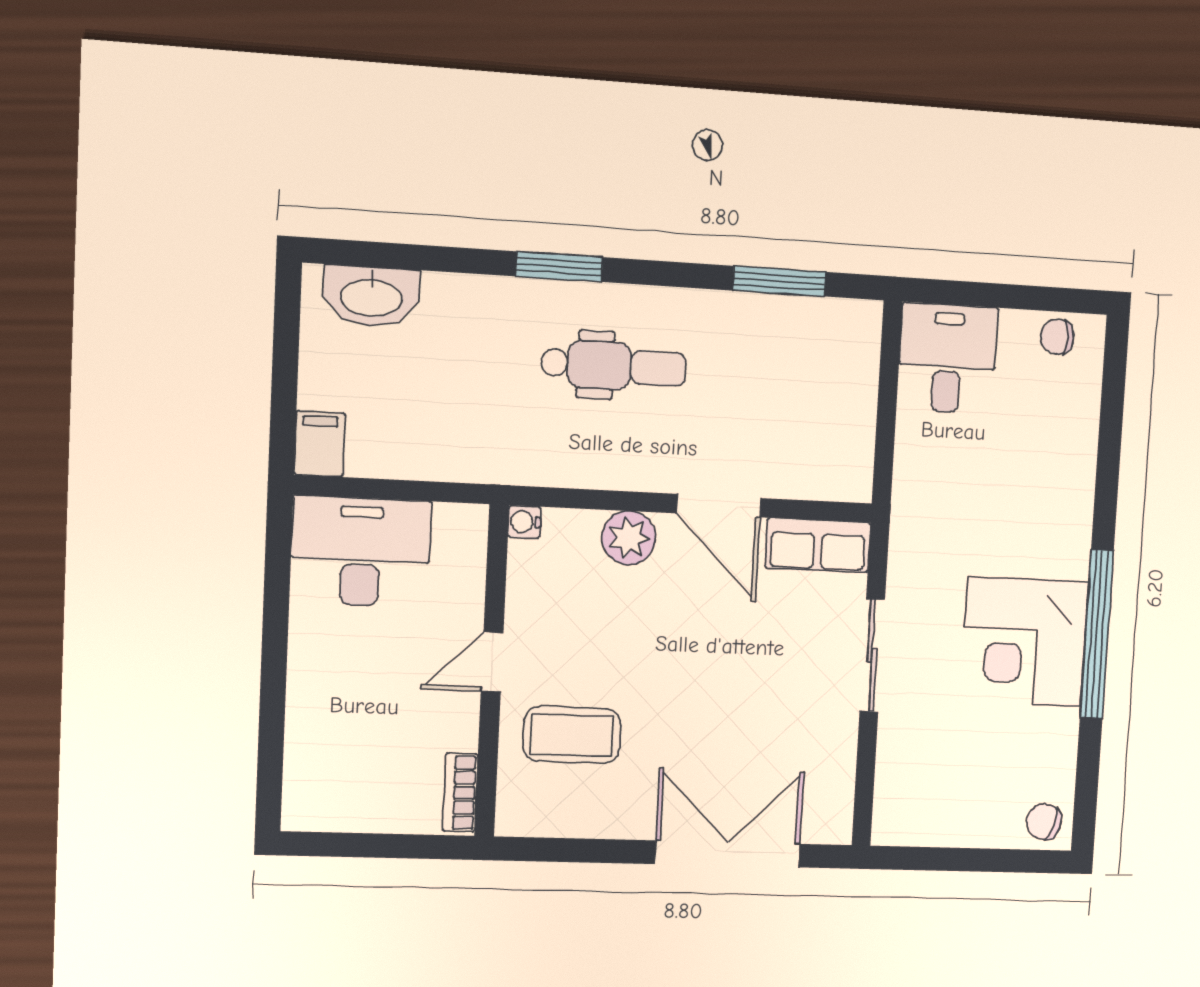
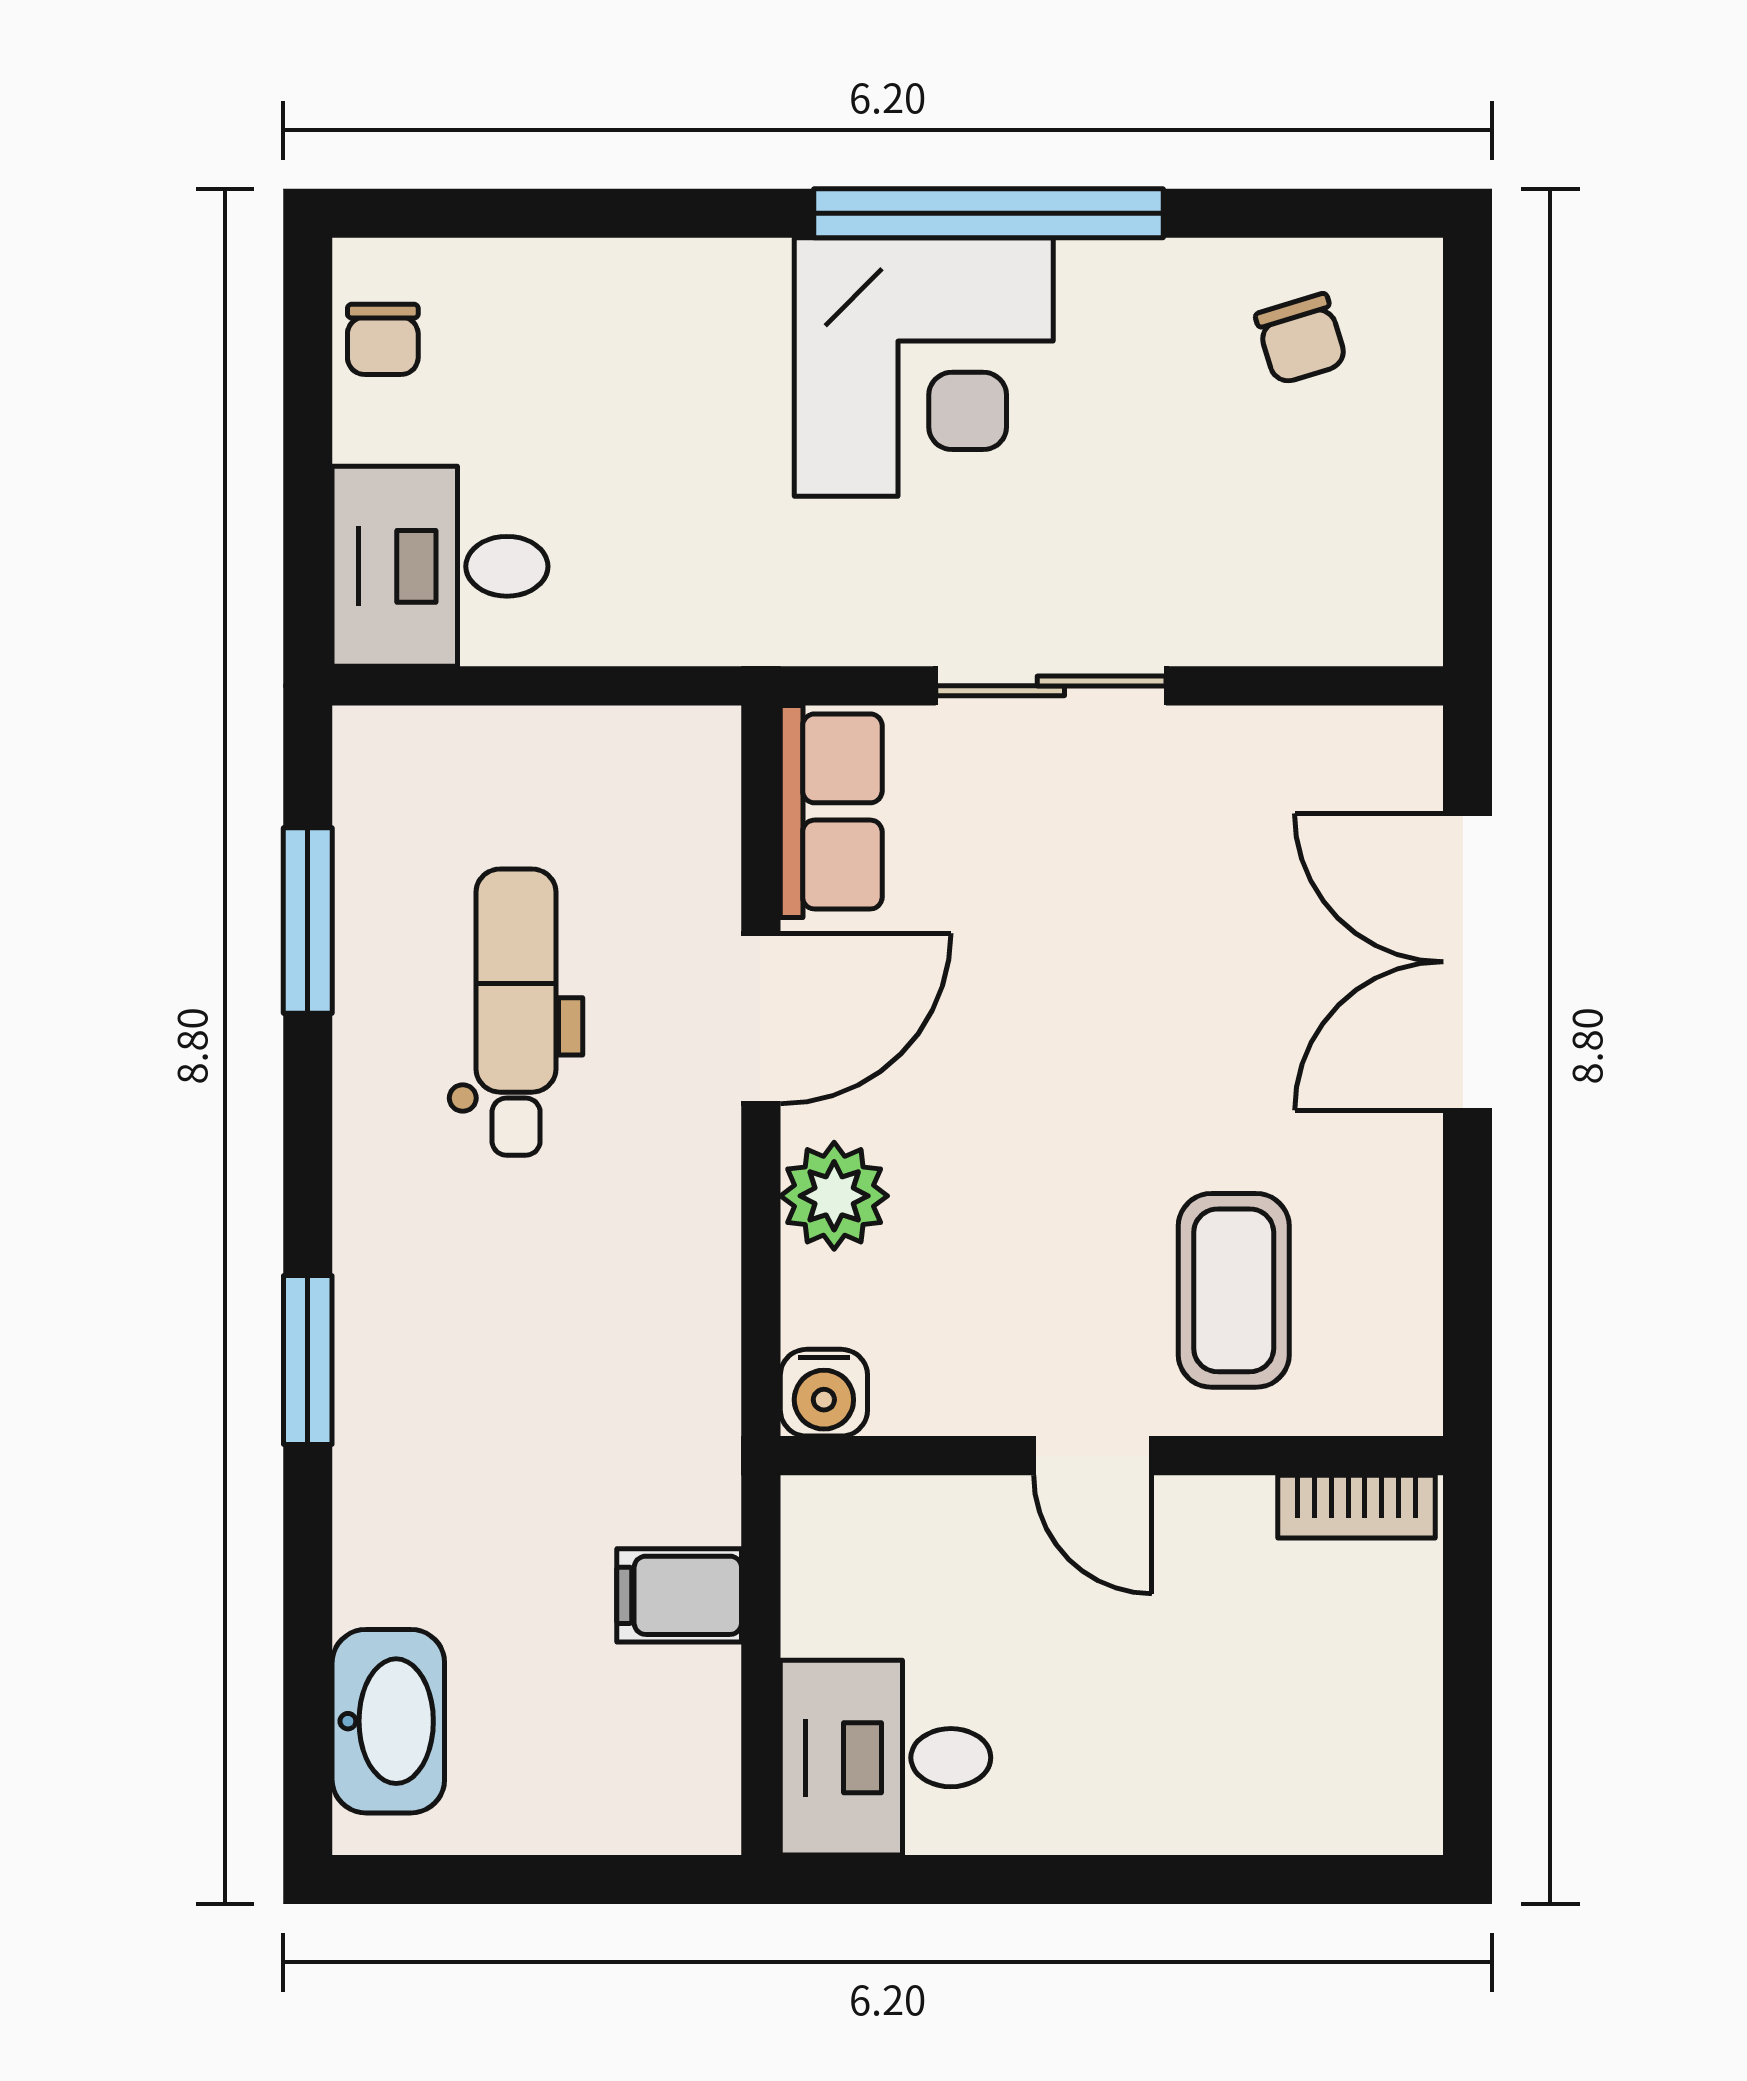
dental chair: (614, 366) -> (516, 1012), moved
filing cabinet: (320, 444) -> (679, 1595), moved
water cooler: (524, 522) -> (824, 1393), width x1.38, depth x1.38
desk: (361, 552) -> (886, 1758), width x0.73
corner desk: (1024, 642) -> (924, 367), moved
chair: (1044, 821) -> (1301, 339), moved, turned -36

